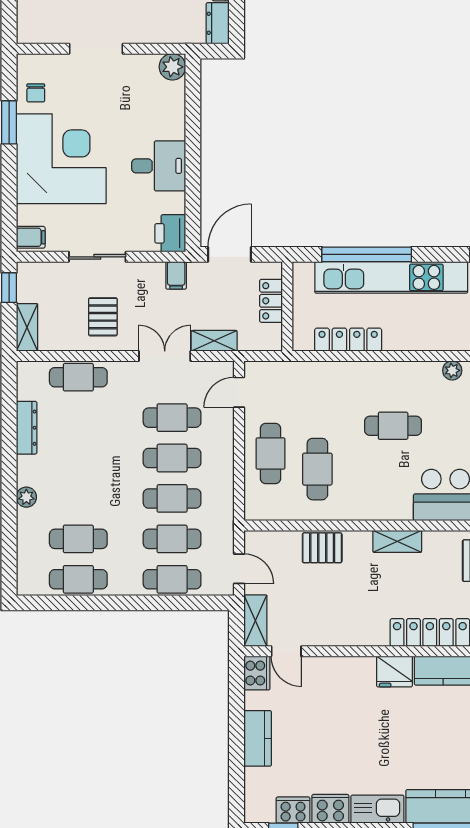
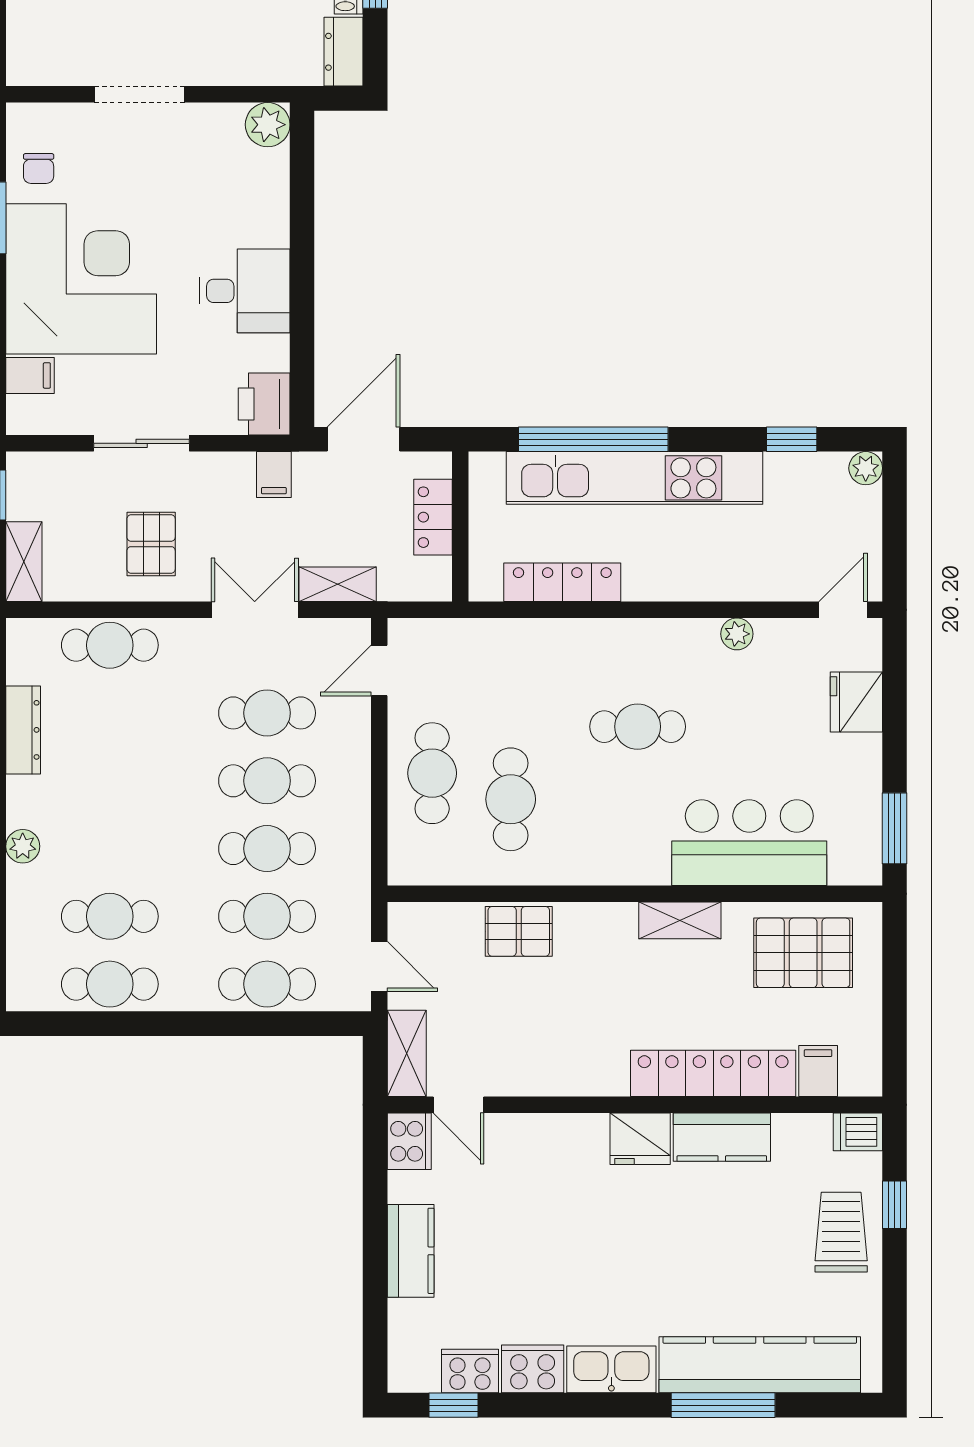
filing cabinet: (31, 237) -> (30, 375), moved
shelving: (397, 541) -> (680, 920), moved

